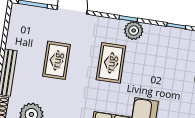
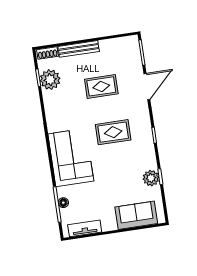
plant: (134, 31) -> (151, 178), moved

